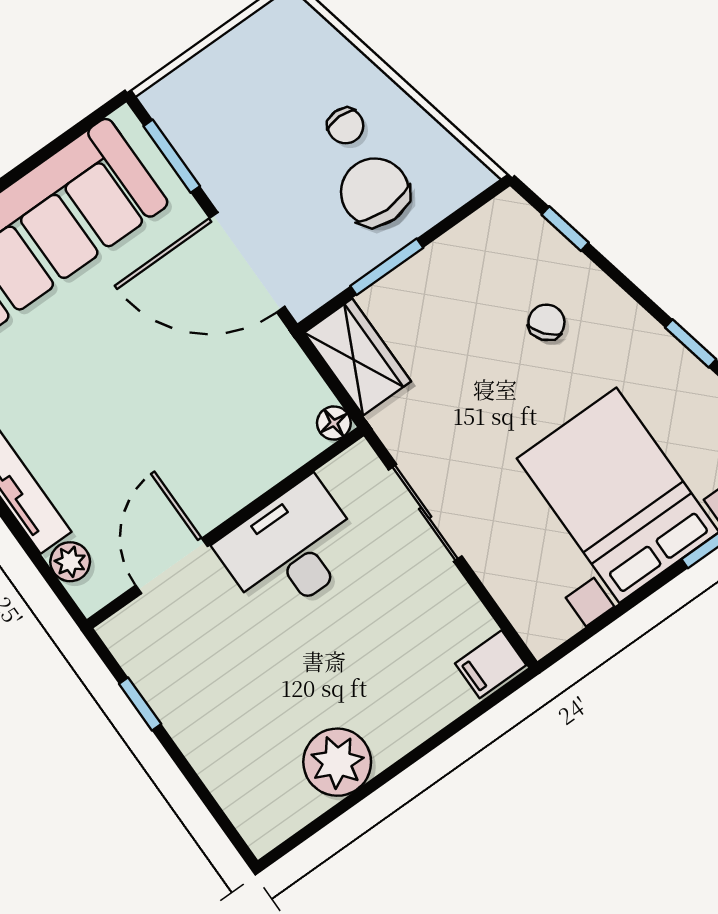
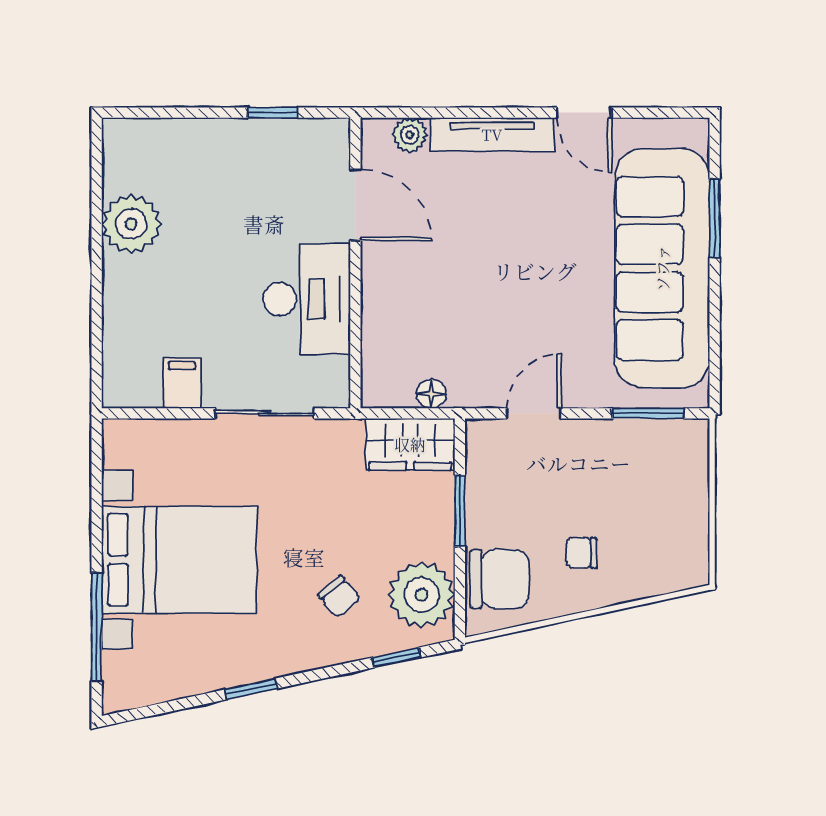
chair: (375, 192) -> (500, 579), moved
plant: (490, 247) -> (422, 595), added
door: (247, 262) -> (534, 413), width x0.53
floor lamp: (334, 423) -> (431, 394), moved
filing cabinet: (491, 664) -> (182, 383), moved

